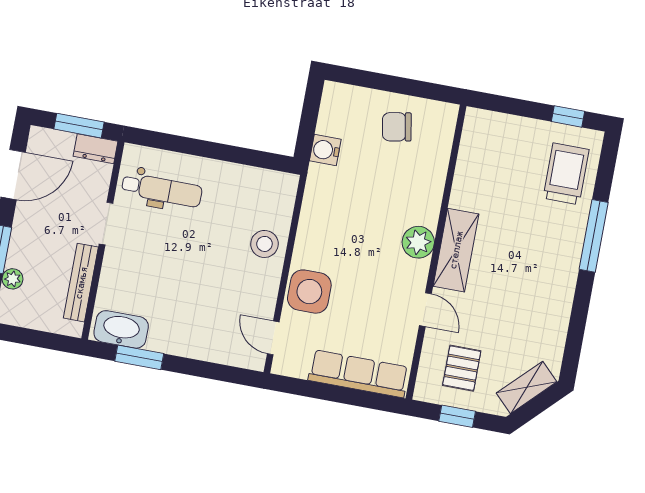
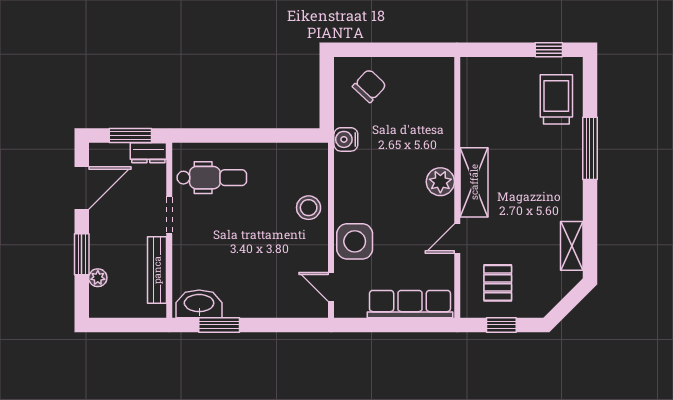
chair: (397, 127) -> (369, 86), moved, turned 143
water cooler: (325, 150) -> (346, 139), moved
door: (425, 310) -> (457, 238), swing flipped
shelving: (527, 387) -> (572, 246), moved, turned -45

